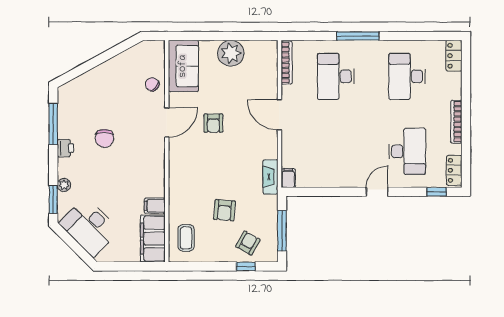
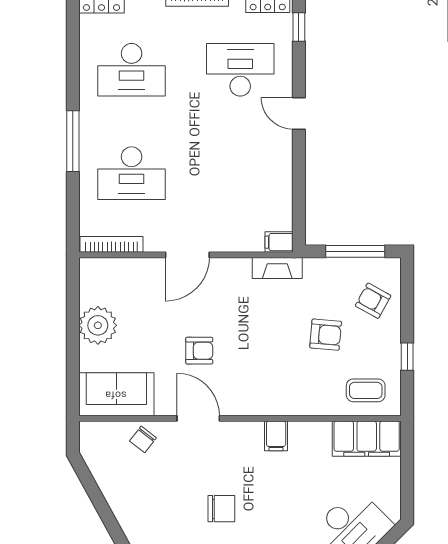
filing cabinet: (155, 206) -> (276, 436), moved
window: (246, 266) -> (407, 357), moved

